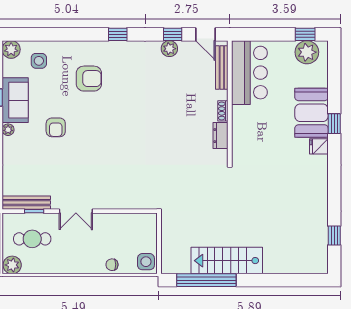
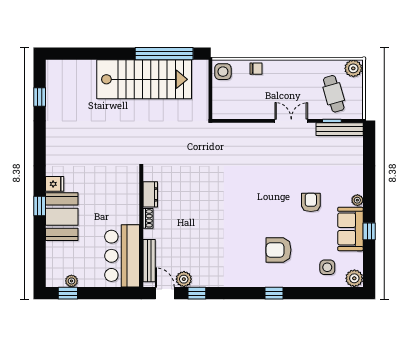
window: (118, 34) -> (274, 293), moved
plant: (169, 49) -> (184, 279), moved
plant: (307, 52) -> (71, 281), width x0.53, depth x0.53
cafe table: (32, 239) -> (334, 94), turned 74
stairs: (227, 261) -> (144, 79), width x1.36, depth x1.51

